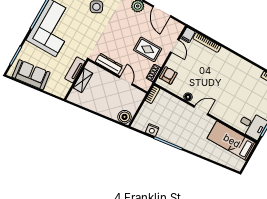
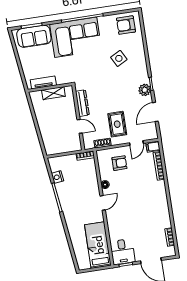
tv unit: (75, 70) -> (43, 82), moved
sofa: (31, 75) -> (34, 36), moved, turned 97
armchair: (168, 75) -> (119, 163), moved
door: (126, 81) -> (80, 126), hinge flipped
door: (201, 110) -> (103, 203), hinge flipped
boiler: (125, 117) -> (51, 148), removed

